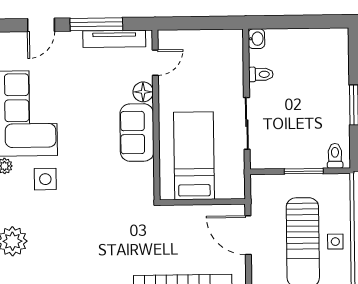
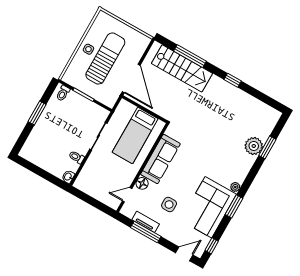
door: (41, 25) -> (184, 254), moved
tv unit: (114, 39) -> (146, 222), width x0.71
sofa: (137, 133) -> (160, 159), width x1.36
side table: (45, 179) -> (169, 205), moved
door: (248, 235) -> (131, 79), width x1.36

